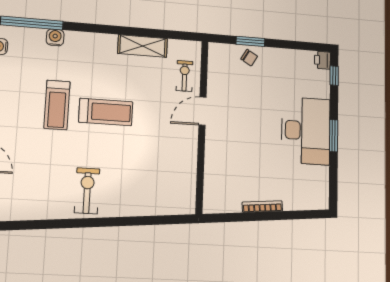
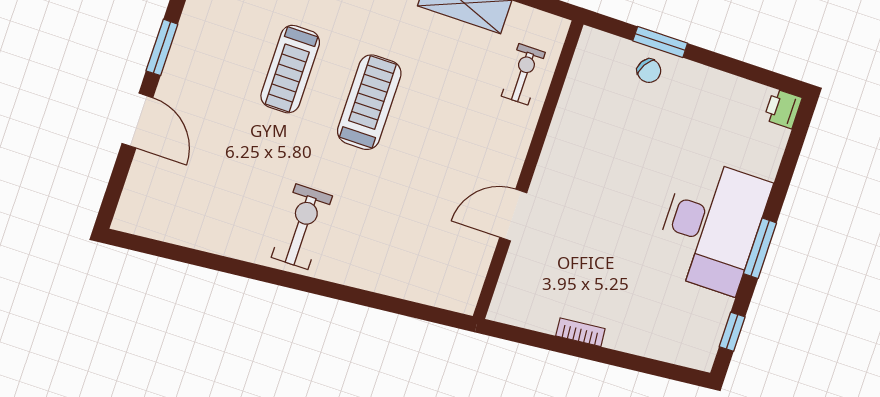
window: (334, 76) -> (732, 332), moved
door: (202, 111) -> (513, 215), moved
treadmill: (106, 112) -> (369, 102), turned -90
bookcase: (262, 207) -> (580, 332), width x0.64

